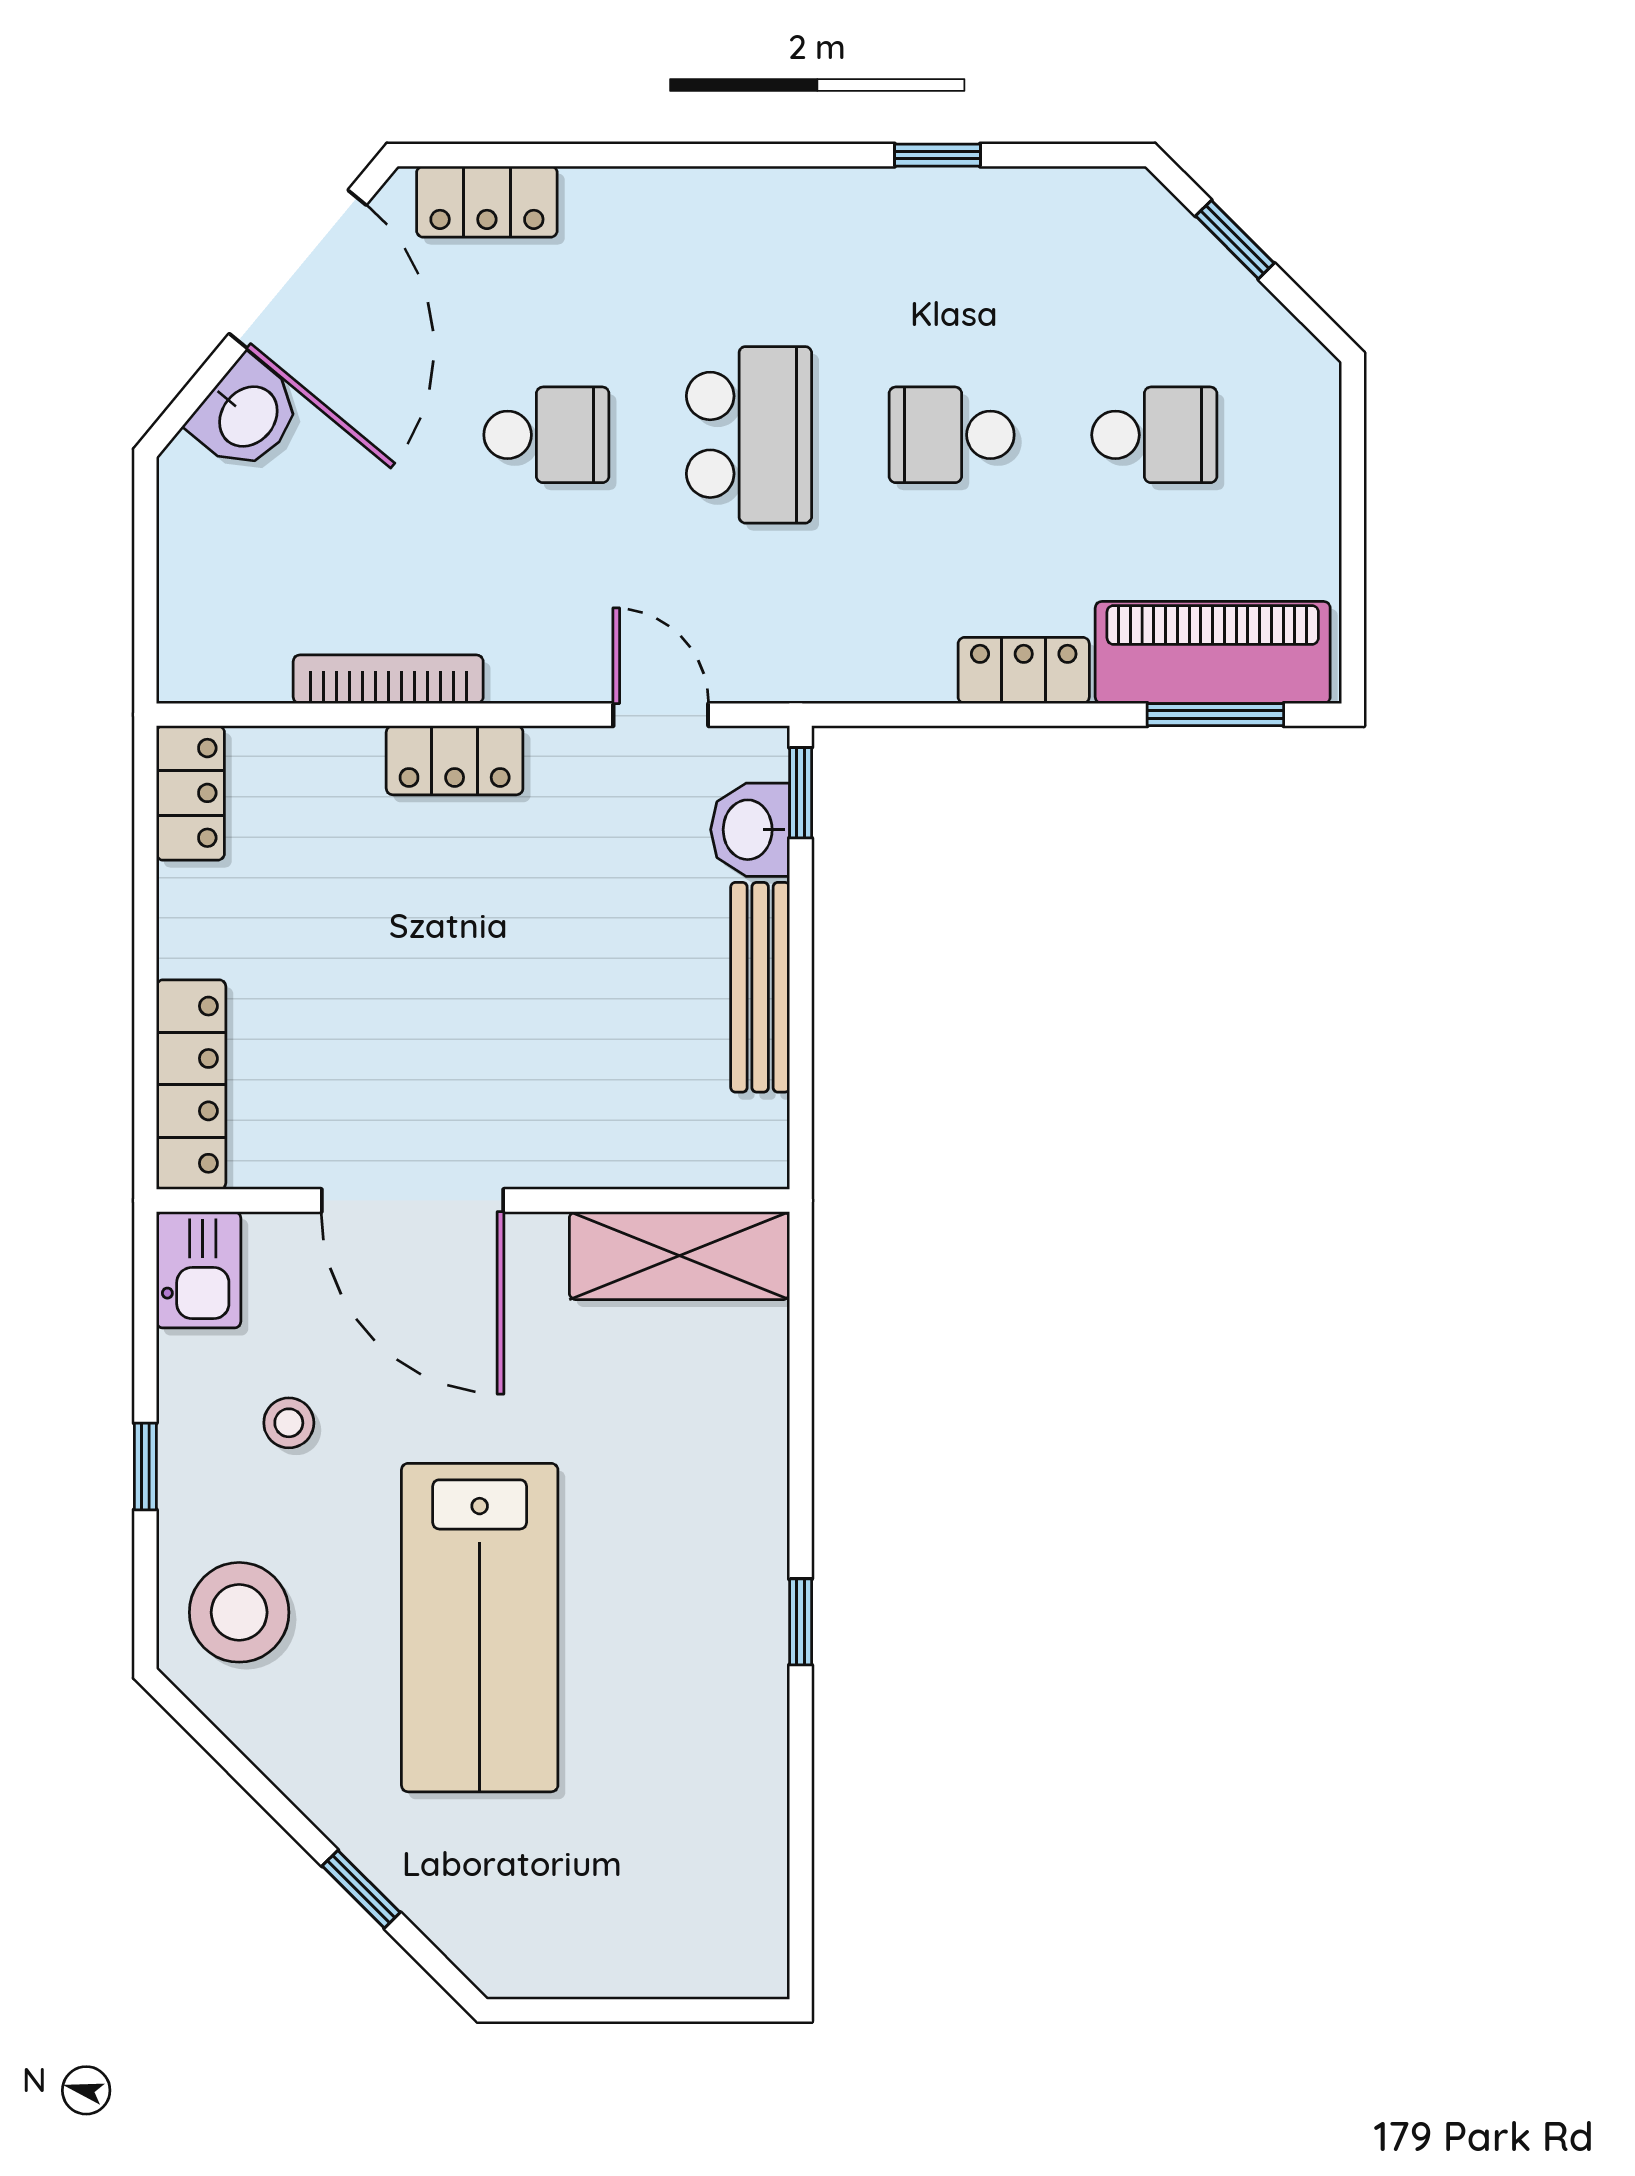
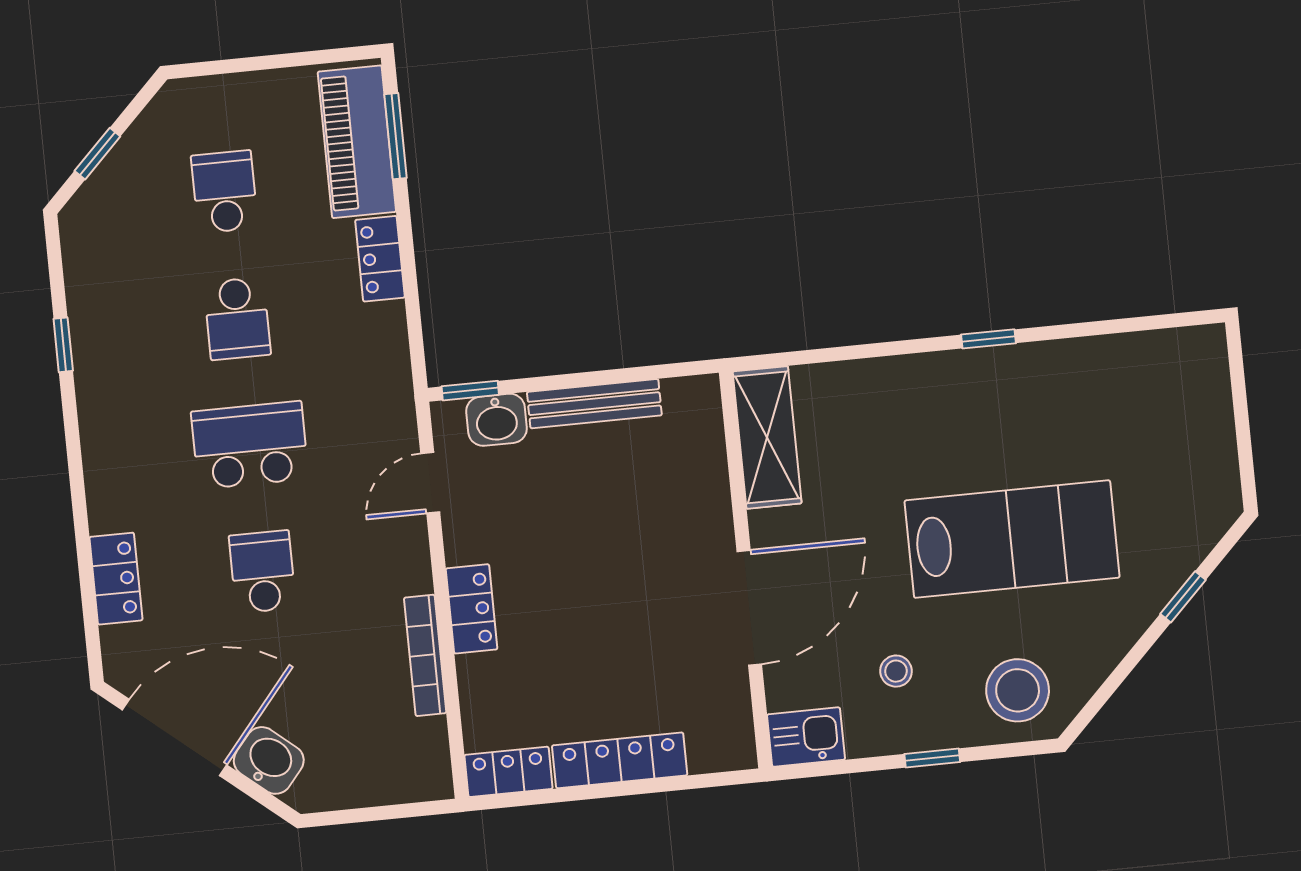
locker: (487, 202) -> (116, 579), moved
locker: (191, 1085) -> (620, 760), moved

